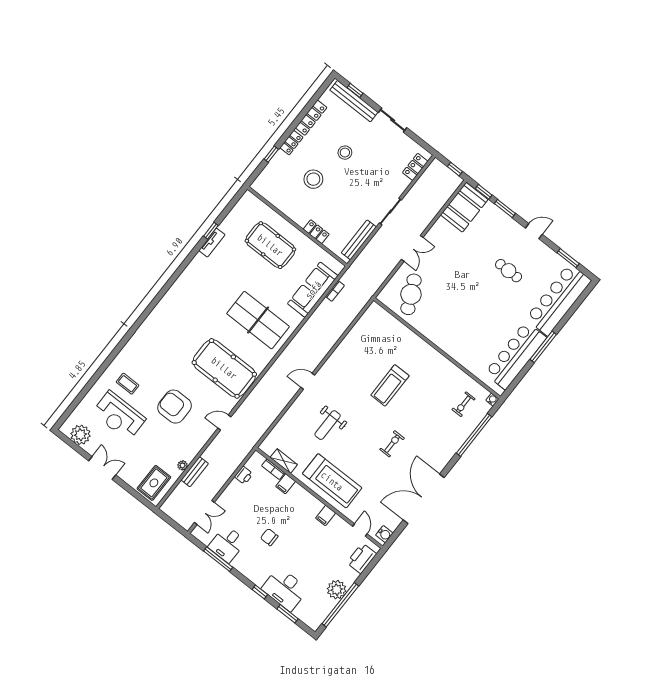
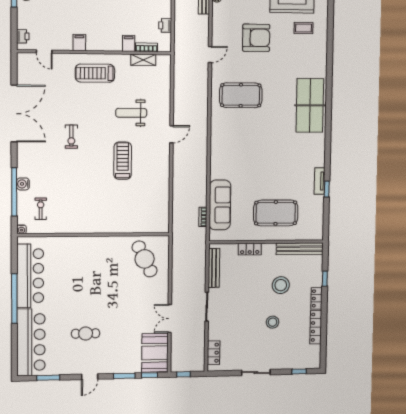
bench: (354, 101) -> (300, 249), moved
double door: (412, 248) -> (170, 318), moved
table tennis table: (258, 320) -> (310, 105), moved, turned 90
window: (543, 347) -> (14, 299), width x1.46
pool table: (224, 368) -> (241, 95), width x0.73, depth x0.76
treadmill: (390, 385) -> (123, 161), moved
weight bench: (328, 425) -> (131, 113), turned -90
treadmill: (332, 481) -> (95, 73), width x0.73, depth x0.73
water cooler: (384, 534) -> (23, 184), moved
printer: (362, 558) -> (23, 36), width x0.53, depth x0.68

